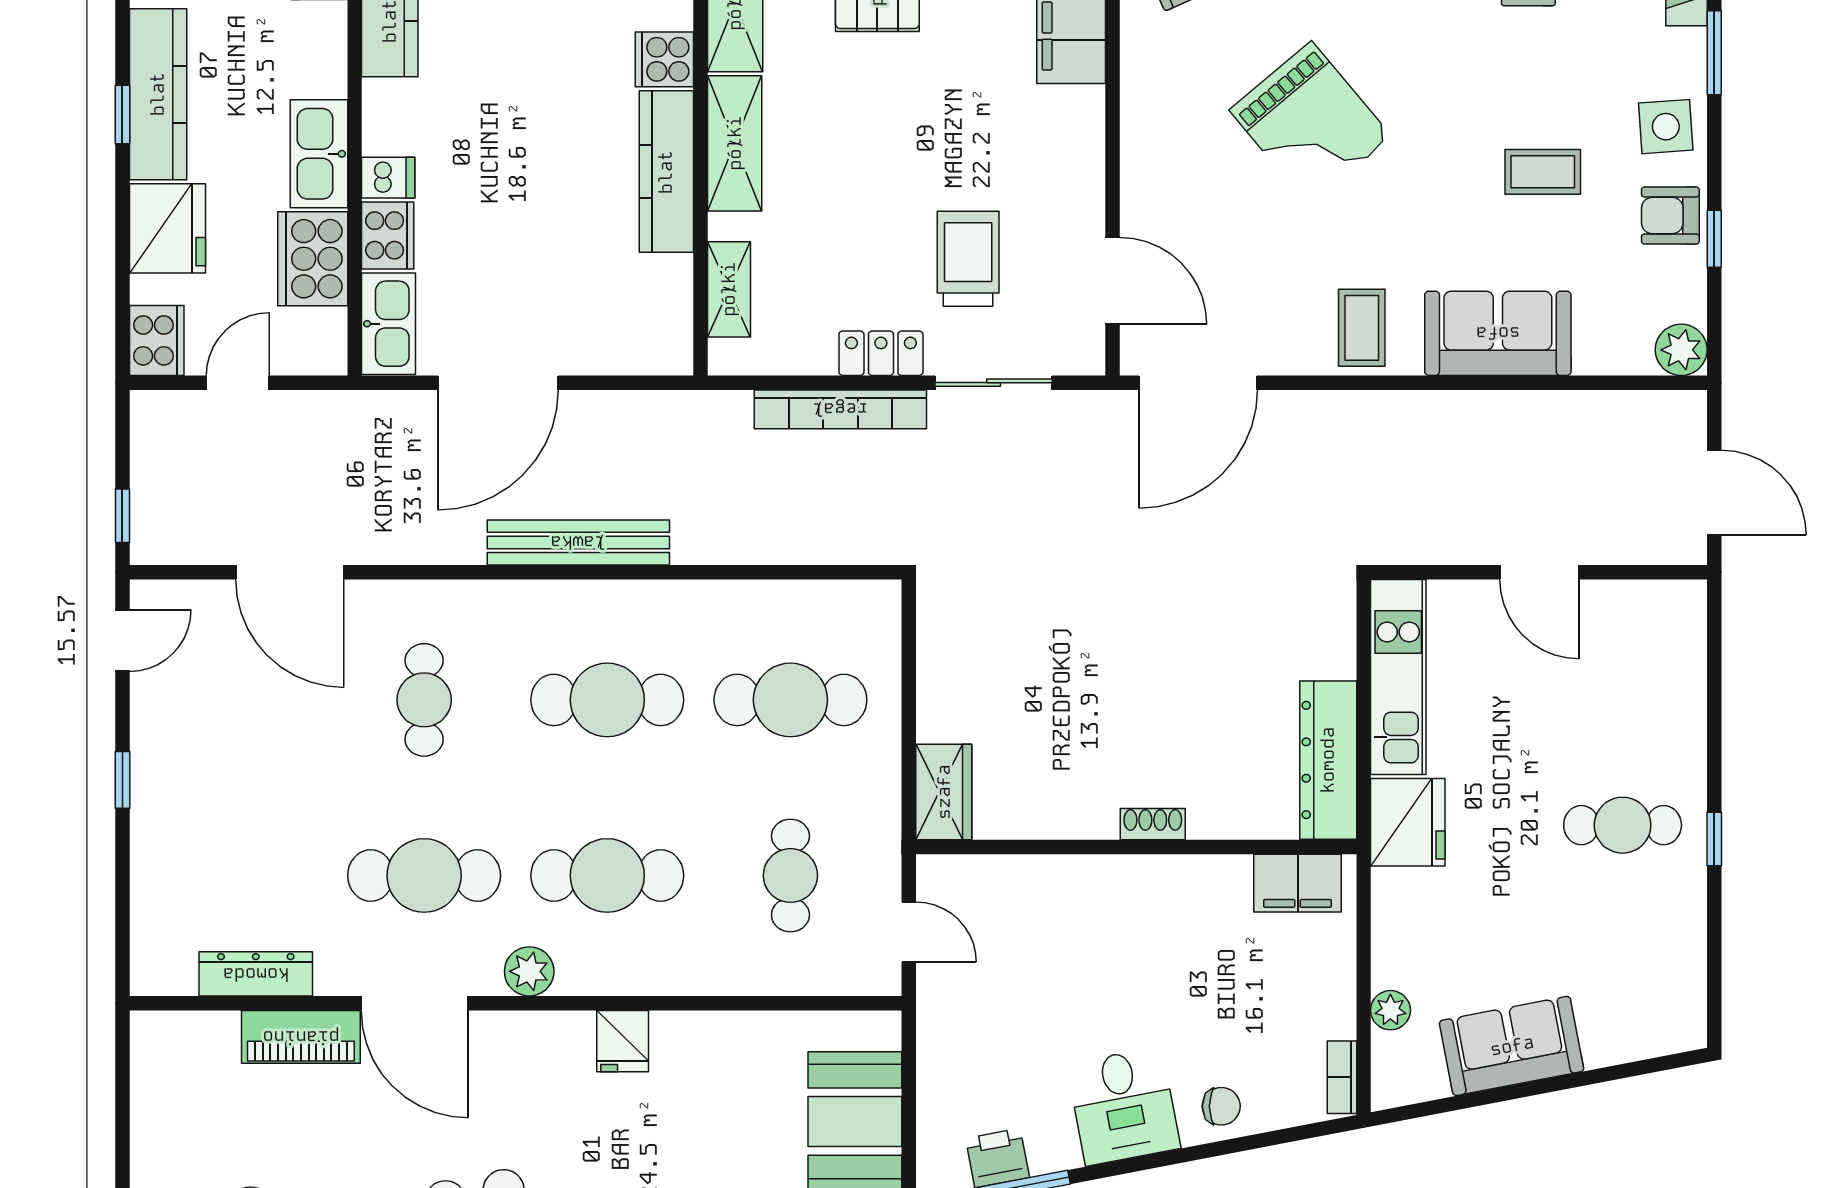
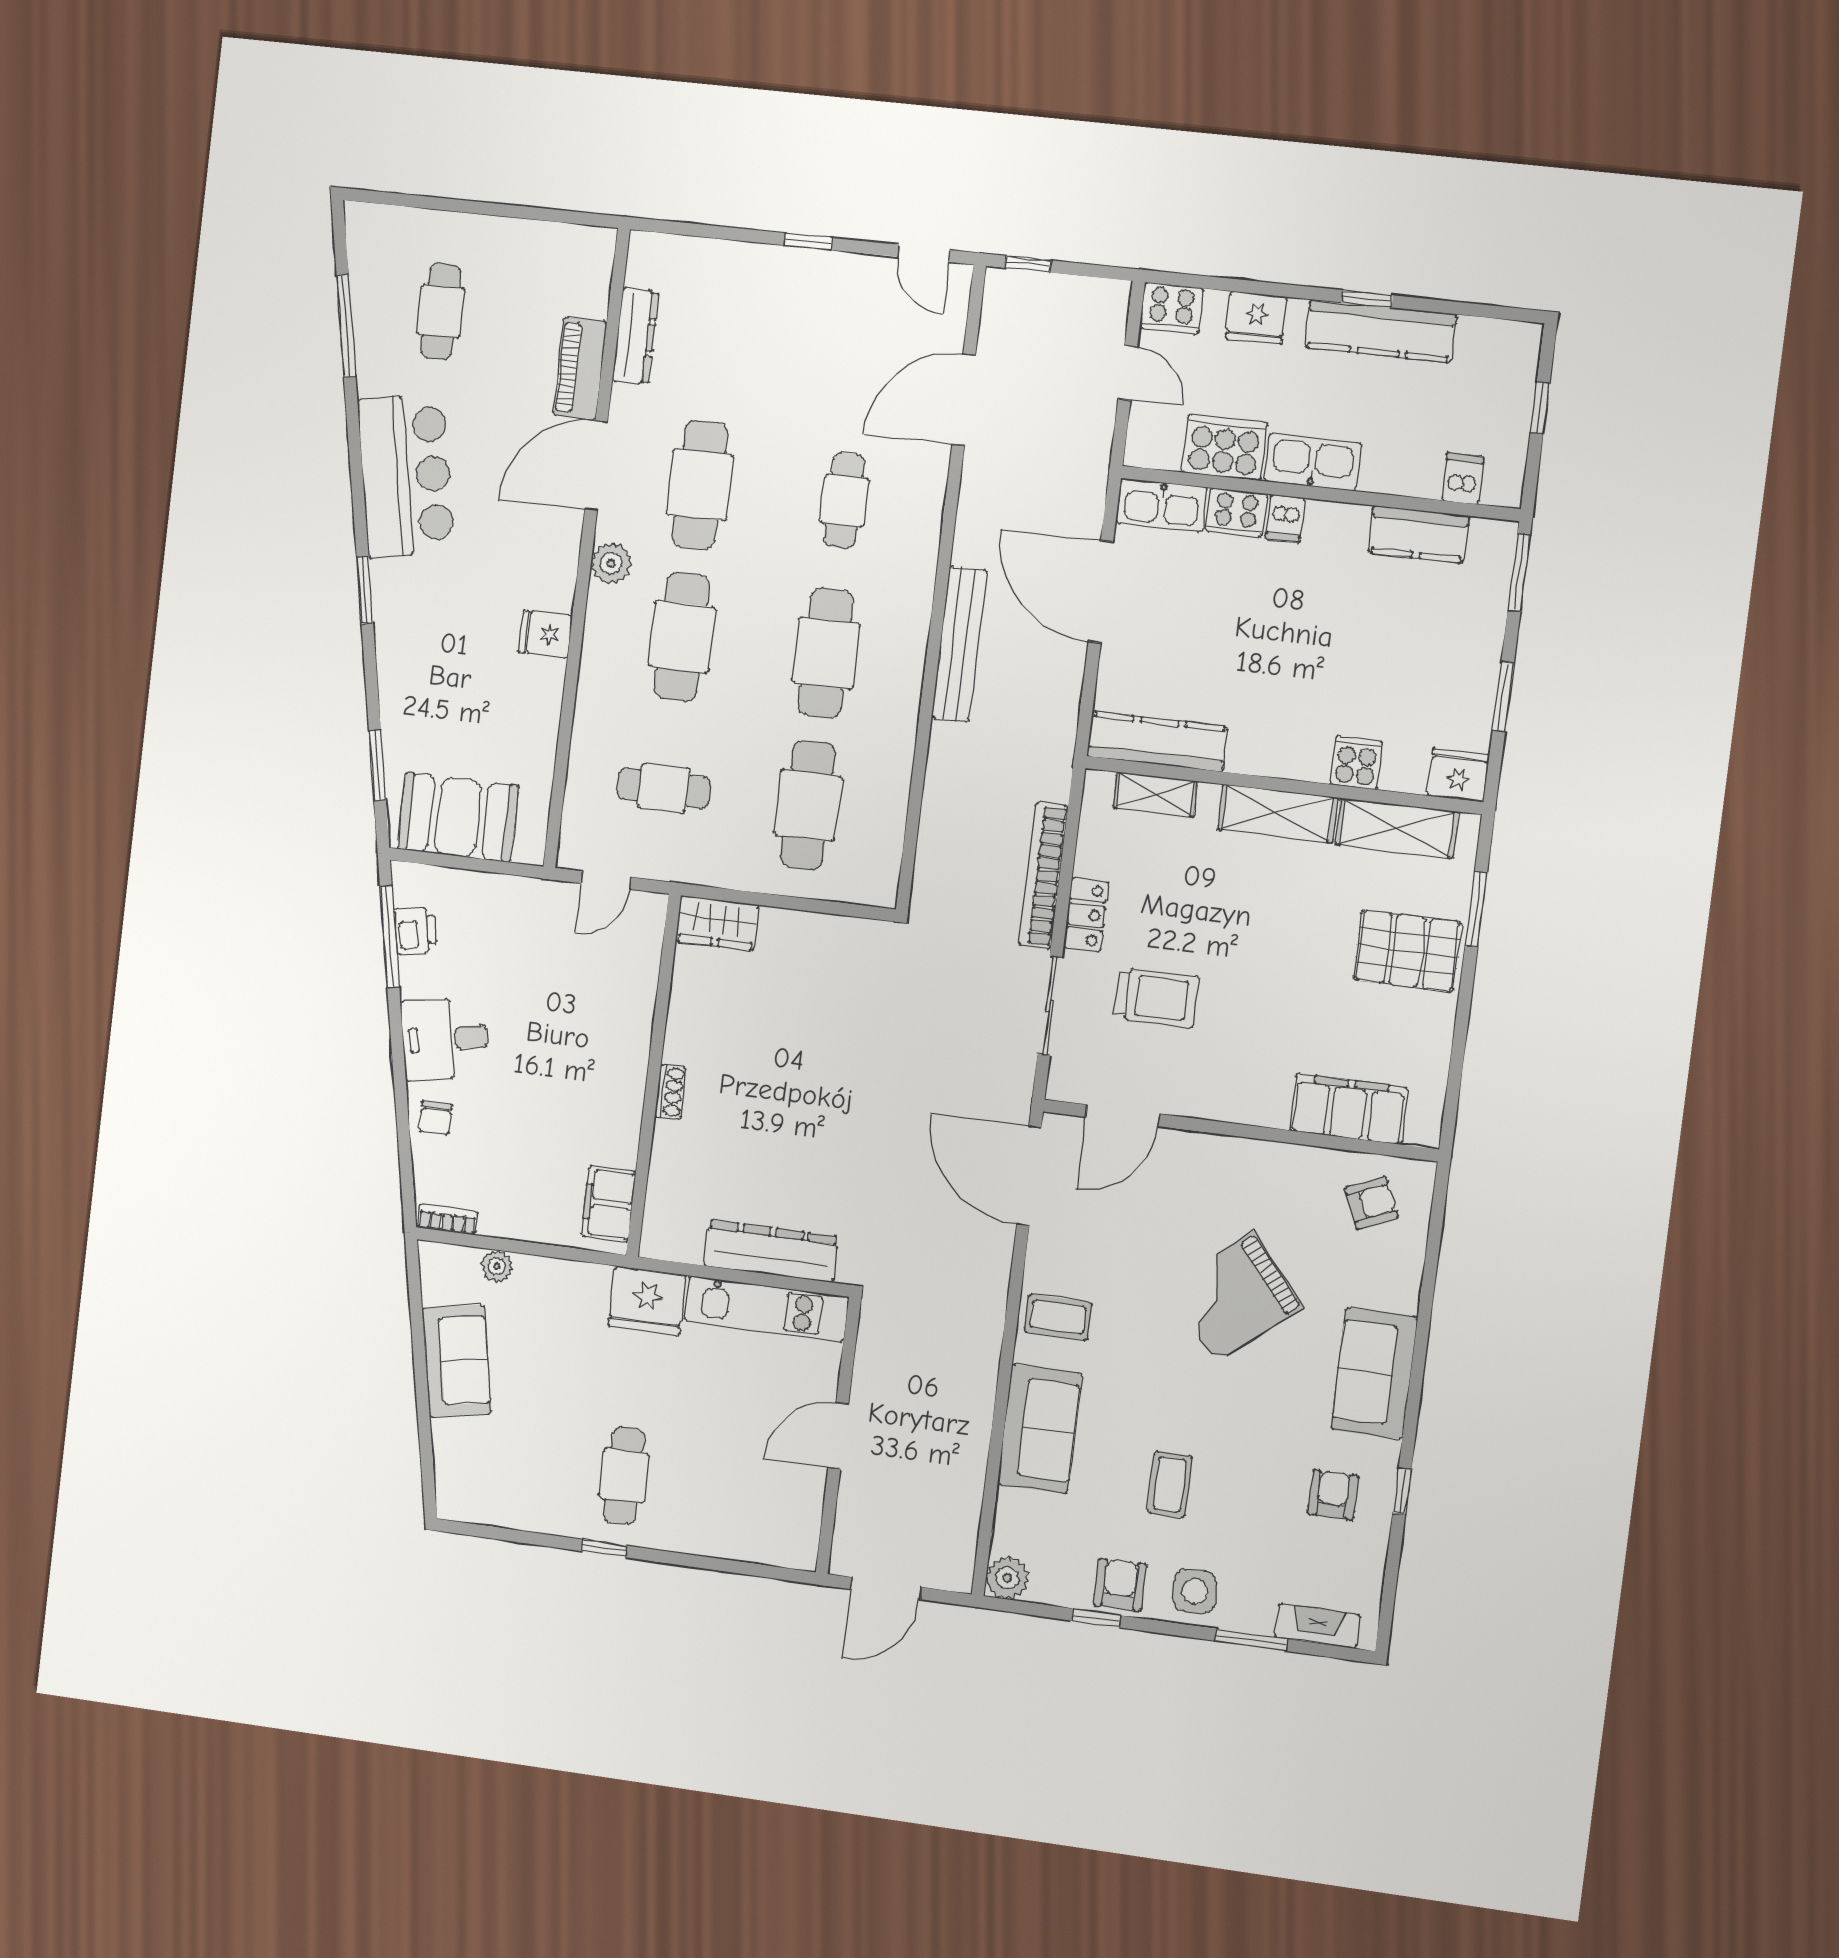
kitchen counter: (666, 172) -> (1157, 741), moved
fridge: (167, 228) -> (1256, 318), width x0.73, depth x0.75
cafe table: (424, 700) -> (844, 501), turned 90
dresser: (1328, 760) -> (771, 1251), moved

